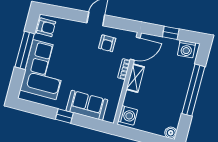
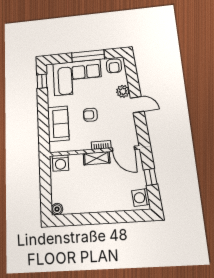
plant: (77, 28) -> (123, 91), added
armchair: (107, 43) -> (90, 115), moved
window: (193, 90) -> (104, 218), removed
window: (64, 116) -> (42, 81), moved

